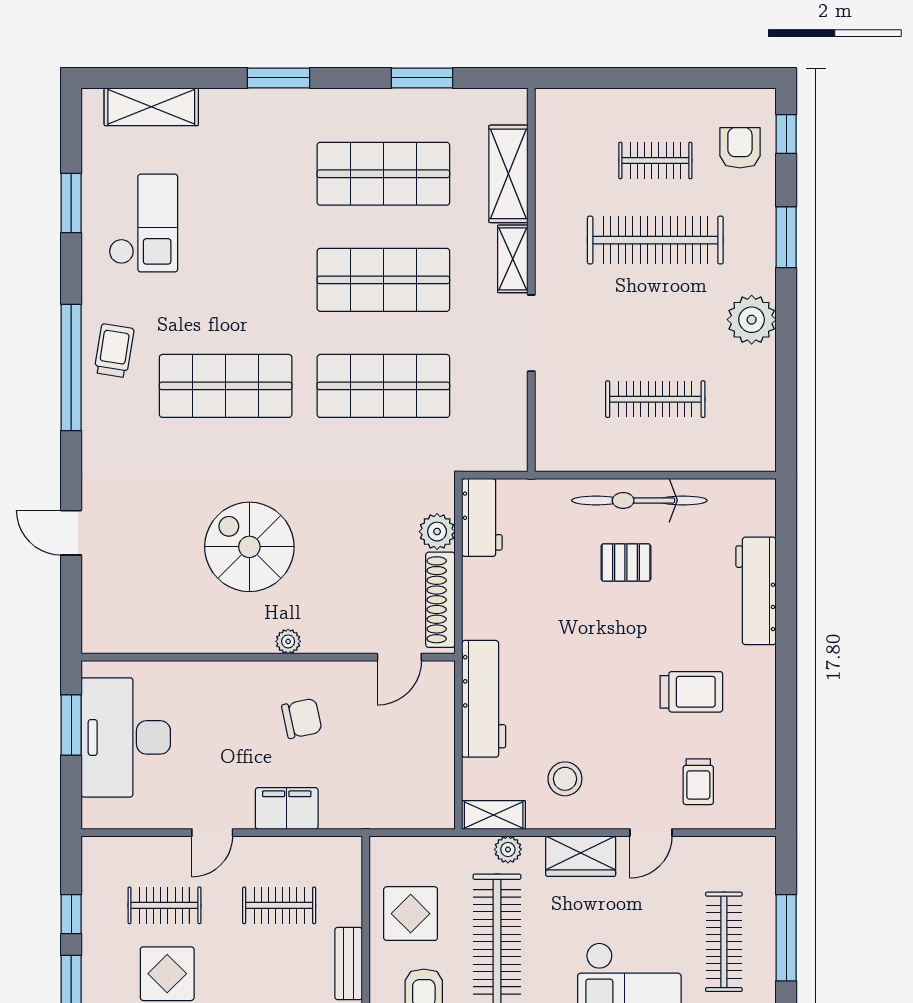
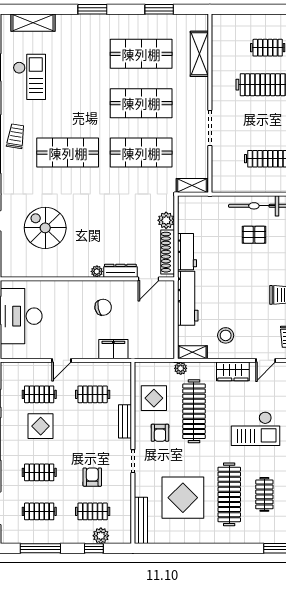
shelving: (513, 259) -> (192, 185), moved, turned 90
workbench: (482, 517) -> (187, 252), moved
spiral stairs: (249, 547) -> (45, 228), moved
dresser: (339, 640) -> (120, 271), added
filing cabinet: (287, 808) -> (113, 349), moved
plant: (508, 849) -> (181, 368), moved

